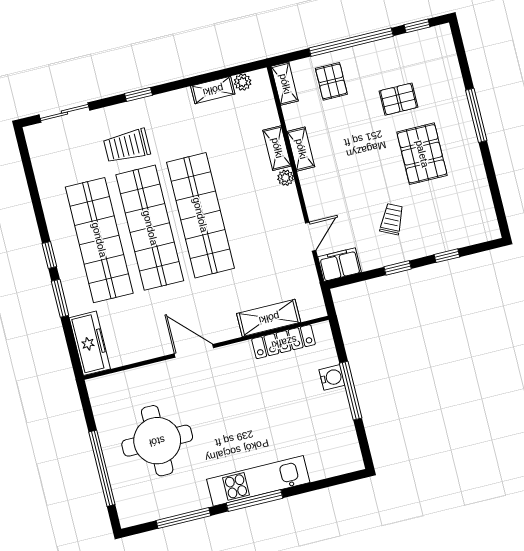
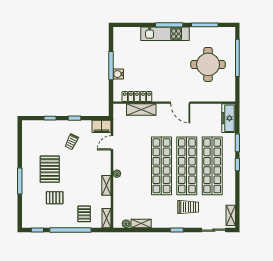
shelving: (277, 148) -> (231, 215), moved

